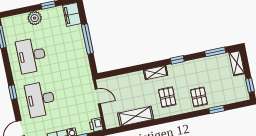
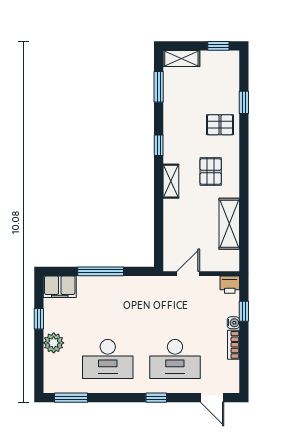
pallet: (167, 97) -> (211, 171), turned 90

